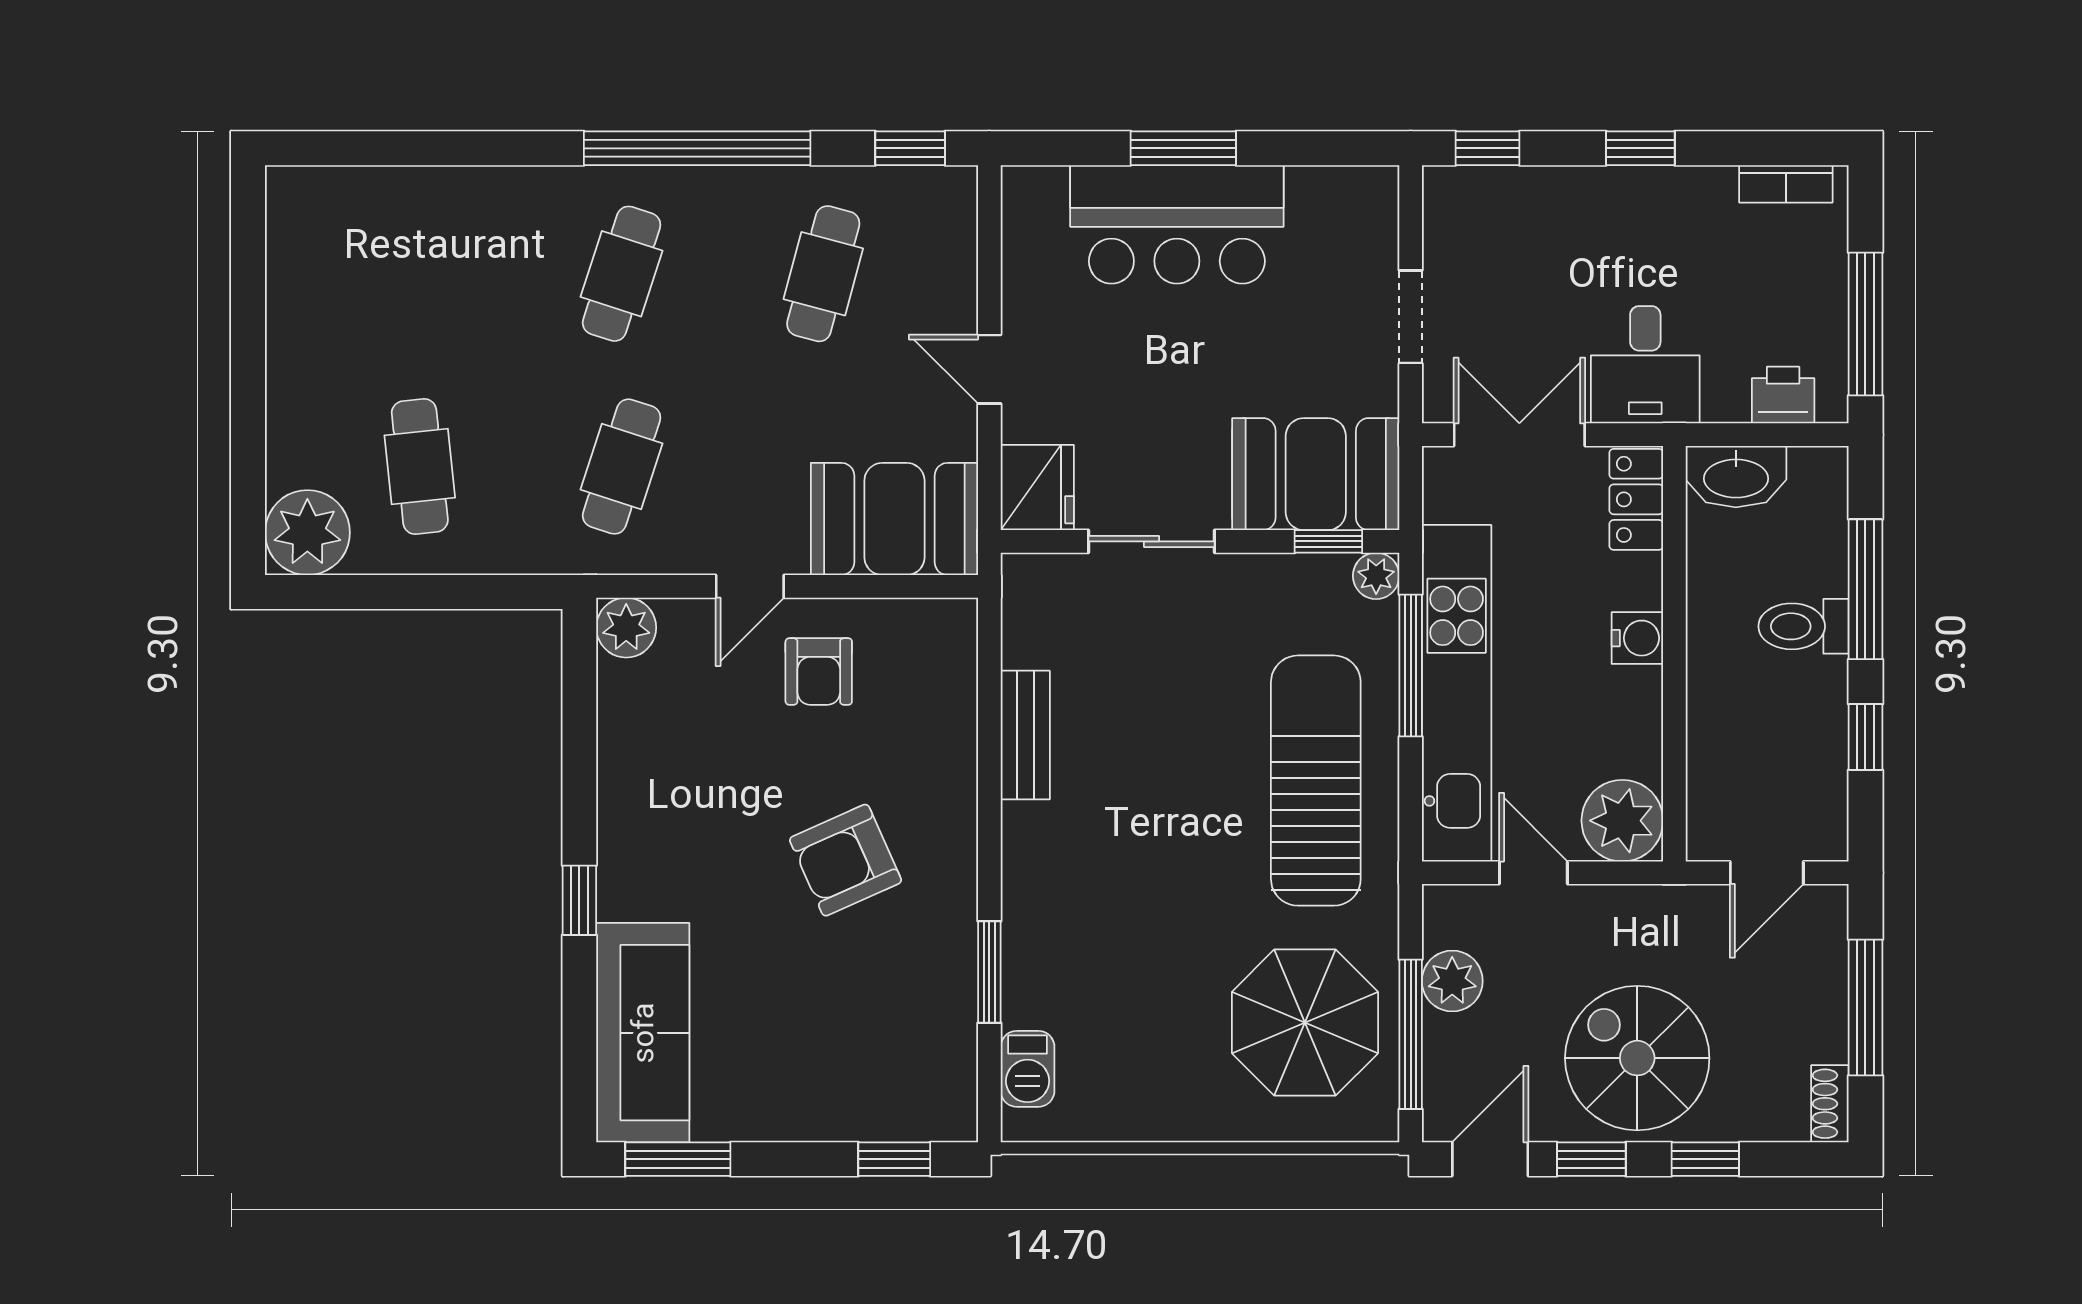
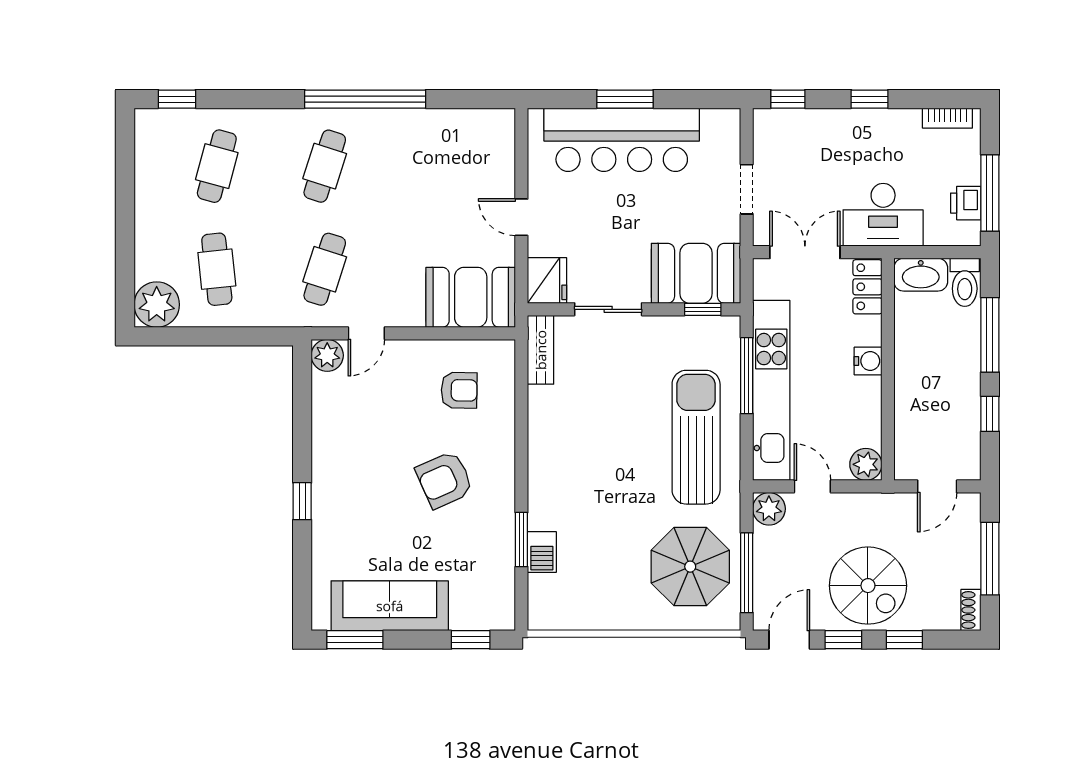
window: (910, 148) -> (177, 99), moved
bar counter: (1177, 224) -> (622, 140), width x1.36
cafe table: (823, 274) -> (217, 166), moved
desk: (1645, 365) -> (883, 215), width x1.37
printer: (1783, 395) -> (966, 203), moved, turned -90
plant: (1376, 576) -> (728, 328), removed
door: (750, 586) -> (366, 333), moved
toilet: (1803, 626) -> (965, 282), moved, turned -90
armchair: (819, 671) -> (459, 390), moved, turned -89
bench: (1025, 735) -> (541, 350), moved
plant: (1622, 821) -> (866, 464), width x0.73, depth x0.73
plant: (1452, 981) -> (769, 509), moved
sofa: (643, 1033) -> (390, 606), moved, turned -90
spiral stairs: (1637, 1058) -> (868, 586), turned 180
barbecue: (1028, 1069) -> (542, 552), moved

